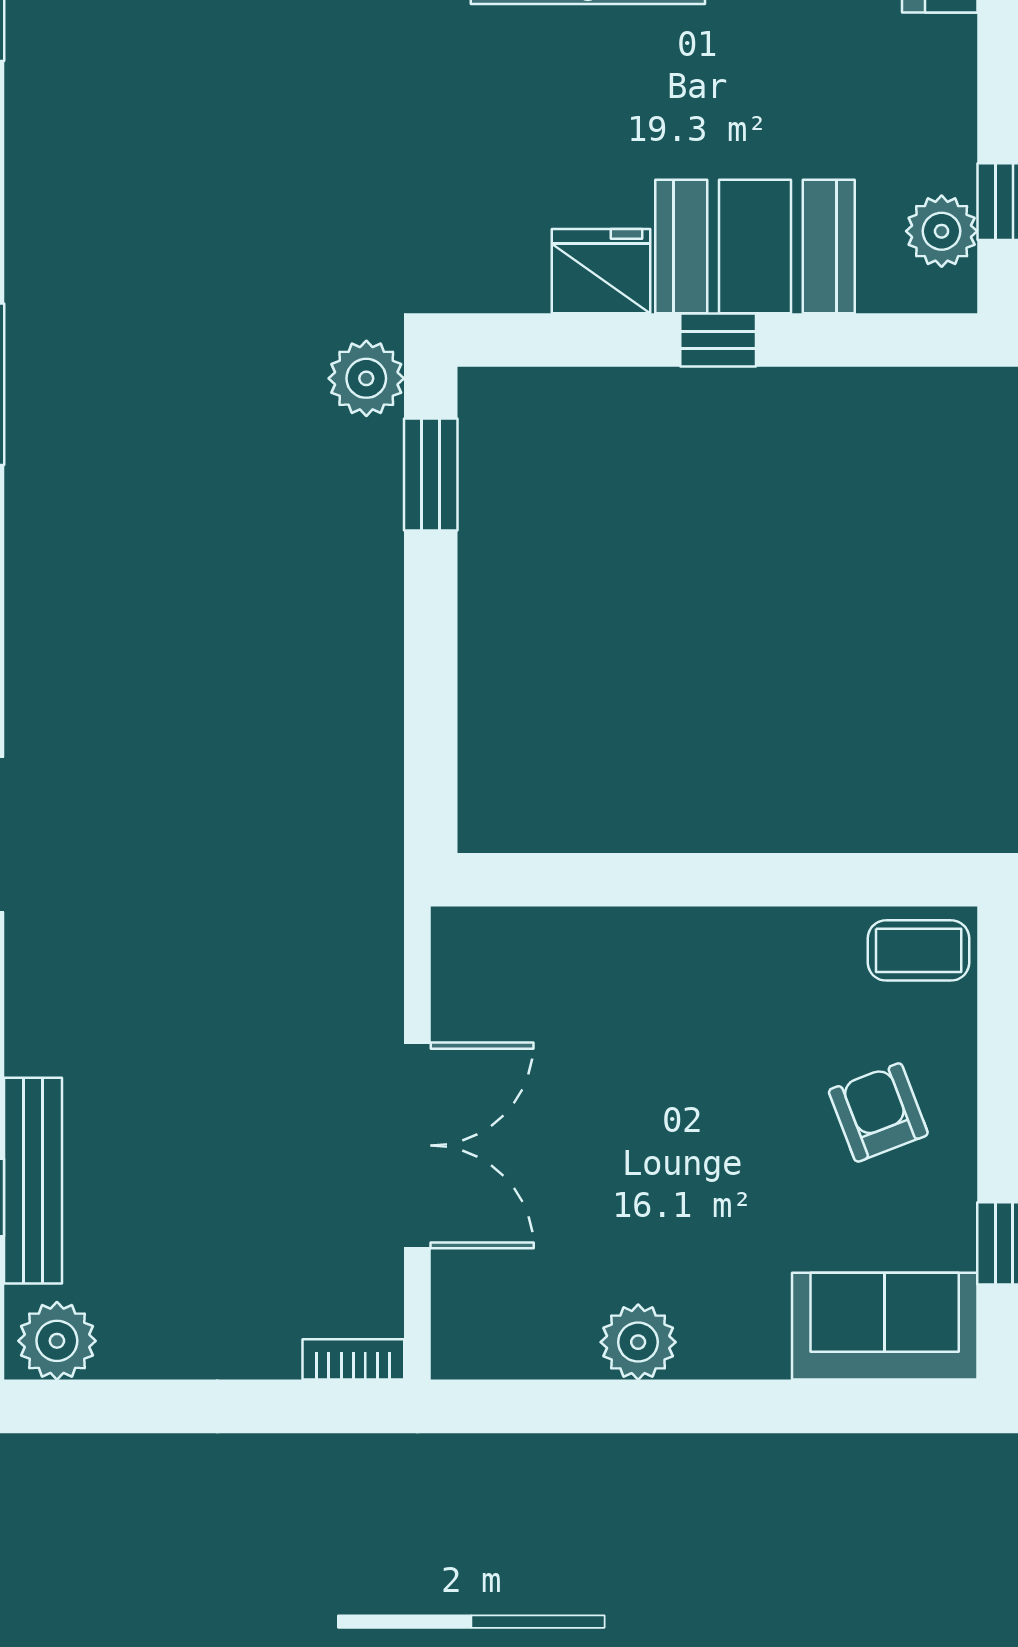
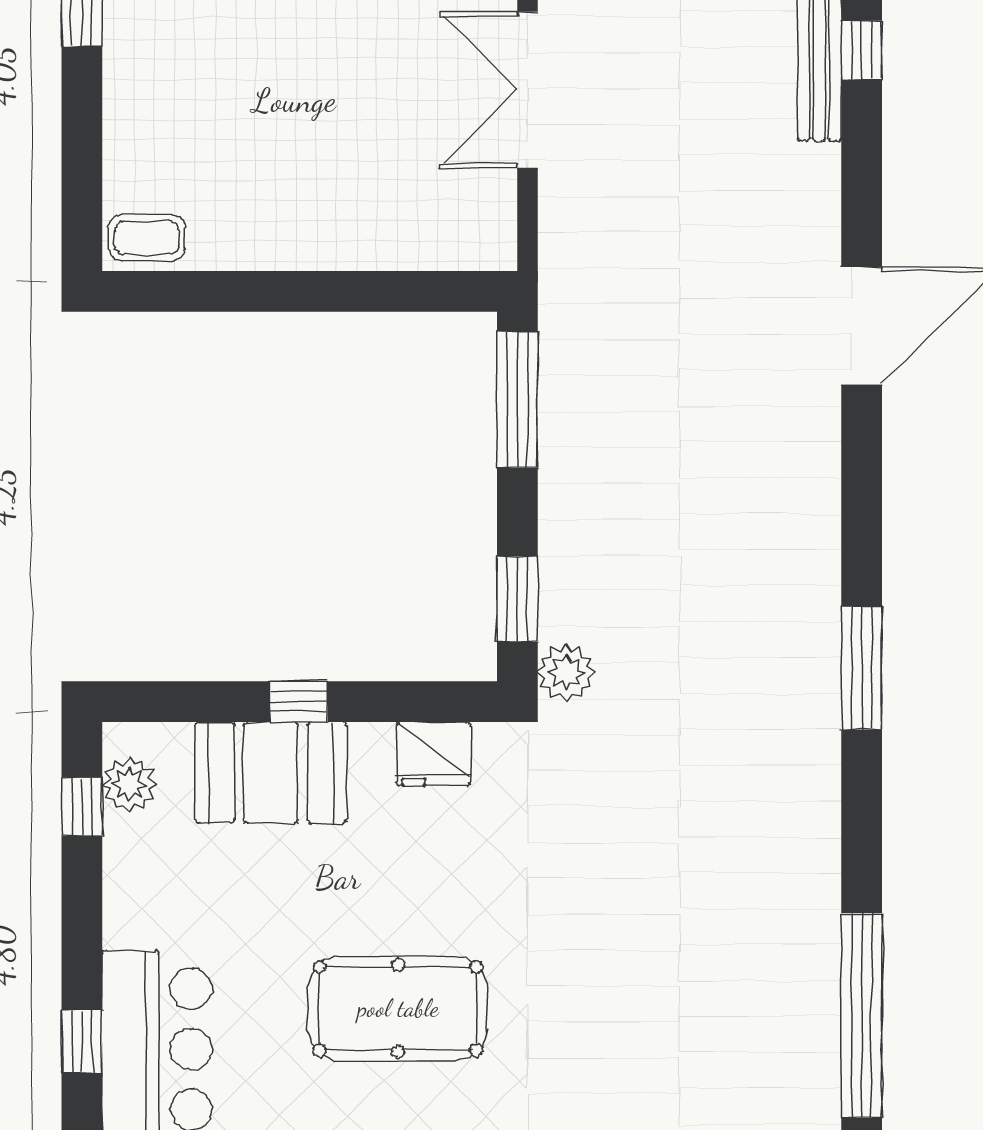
fridge: (601, 271) -> (433, 754), moved
window: (431, 737) -> (517, 400), added
armchair: (878, 1112) -> (177, 115), removed

